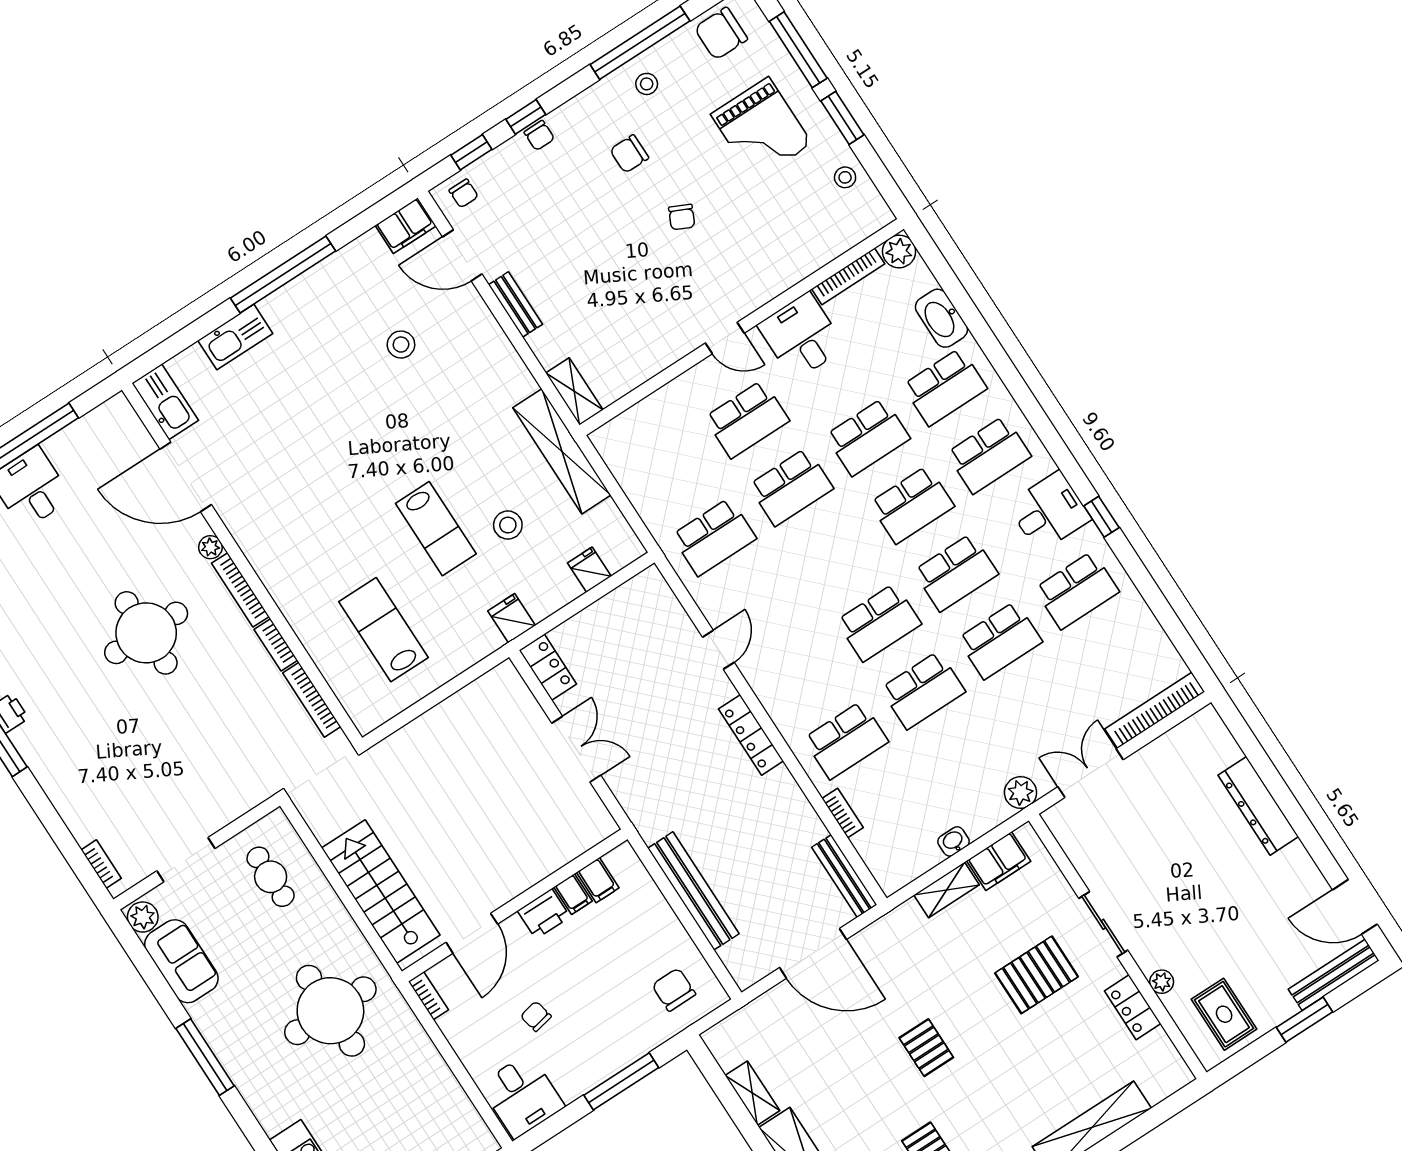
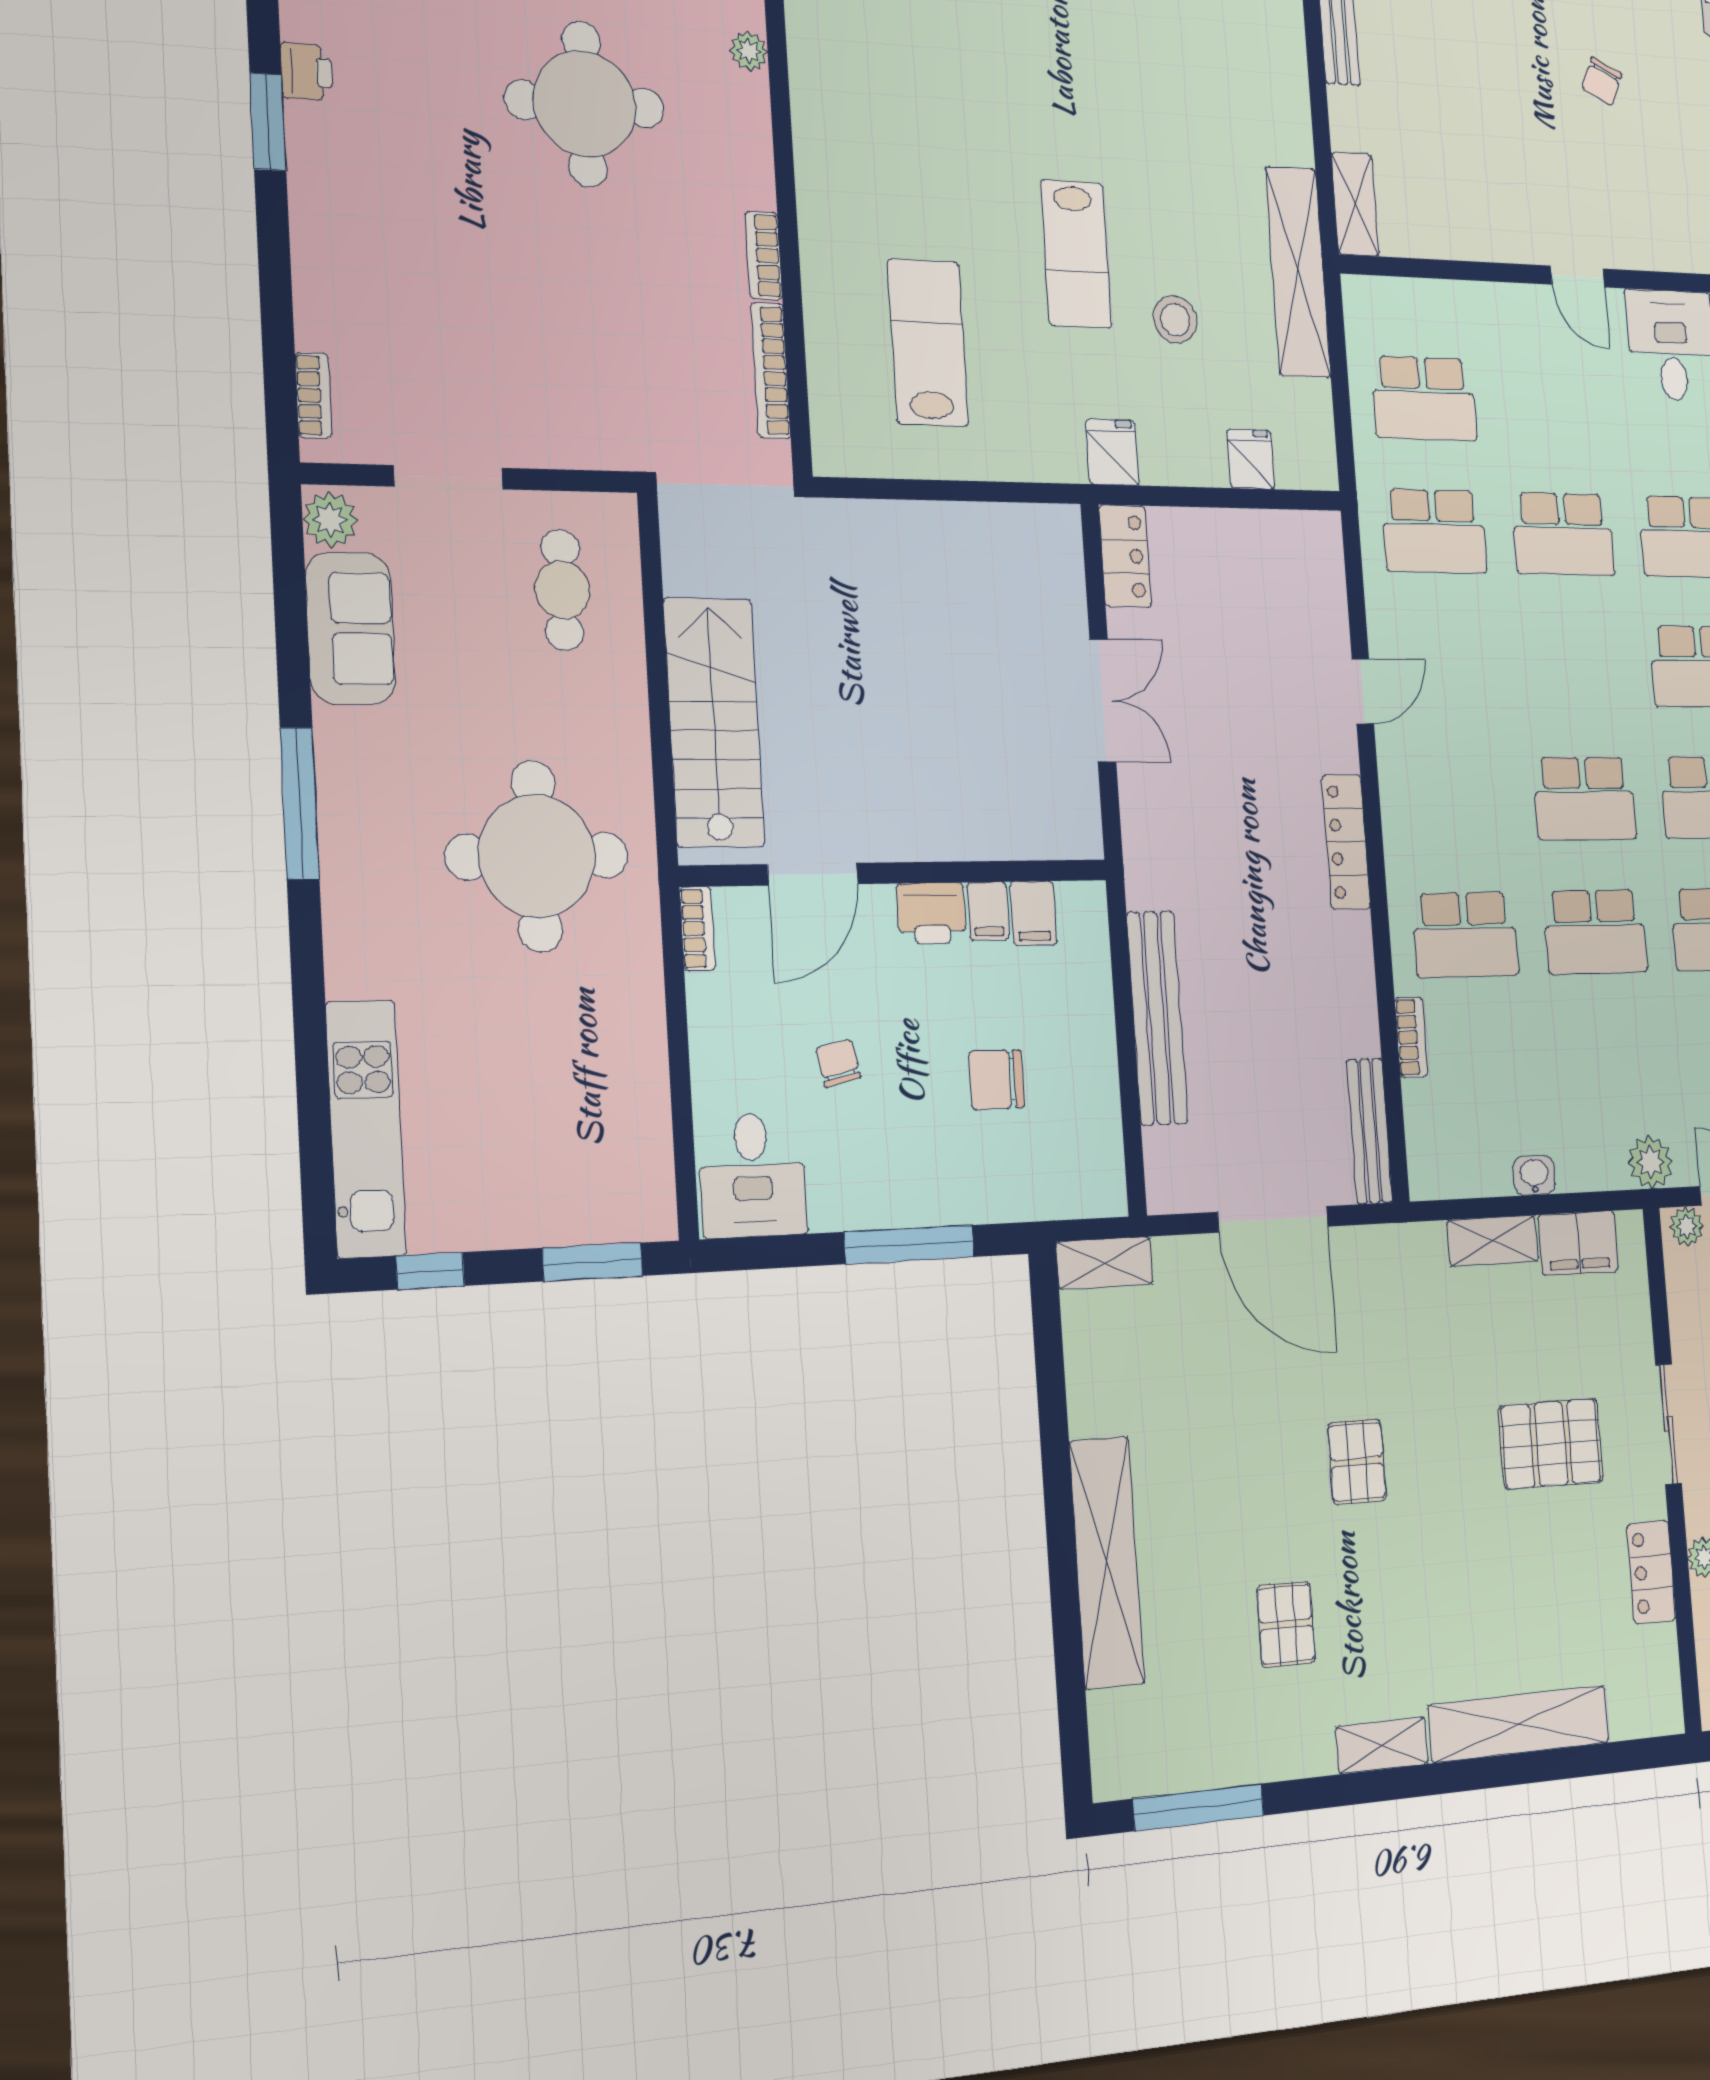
school desk: (747, 419) -> (1424, 398), moved
bookcase: (240, 590) -> (757, 142), removed
plant: (1061, 814) -> (1687, 1226), added
chair: (674, 990) -> (997, 1080), moved, turned -90
shelving: (752, 1093) -> (1105, 1263), moved, turned 90

